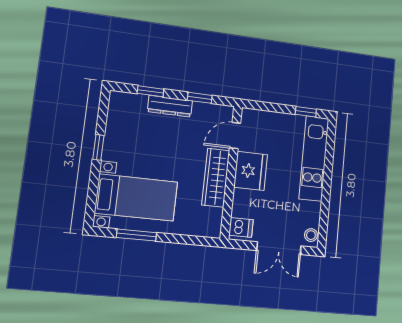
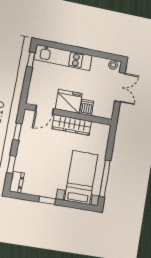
dresser: (170, 106) -> (17, 182), moved, width x0.70
door: (235, 136) -> (45, 110), hinge flipped
dishwasher: (241, 227) -> (87, 107), moved
window: (136, 235) -> (105, 178), width x1.44

